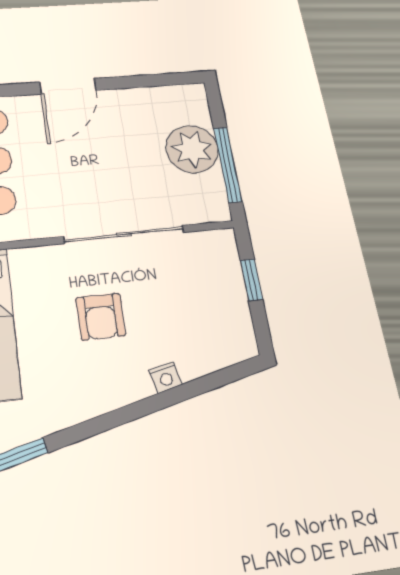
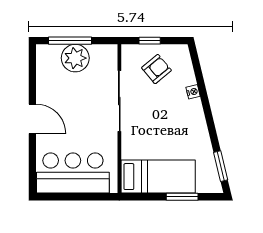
window: (228, 164) -> (70, 41), moved
armchair: (101, 317) -> (157, 69), moved, turned -40

